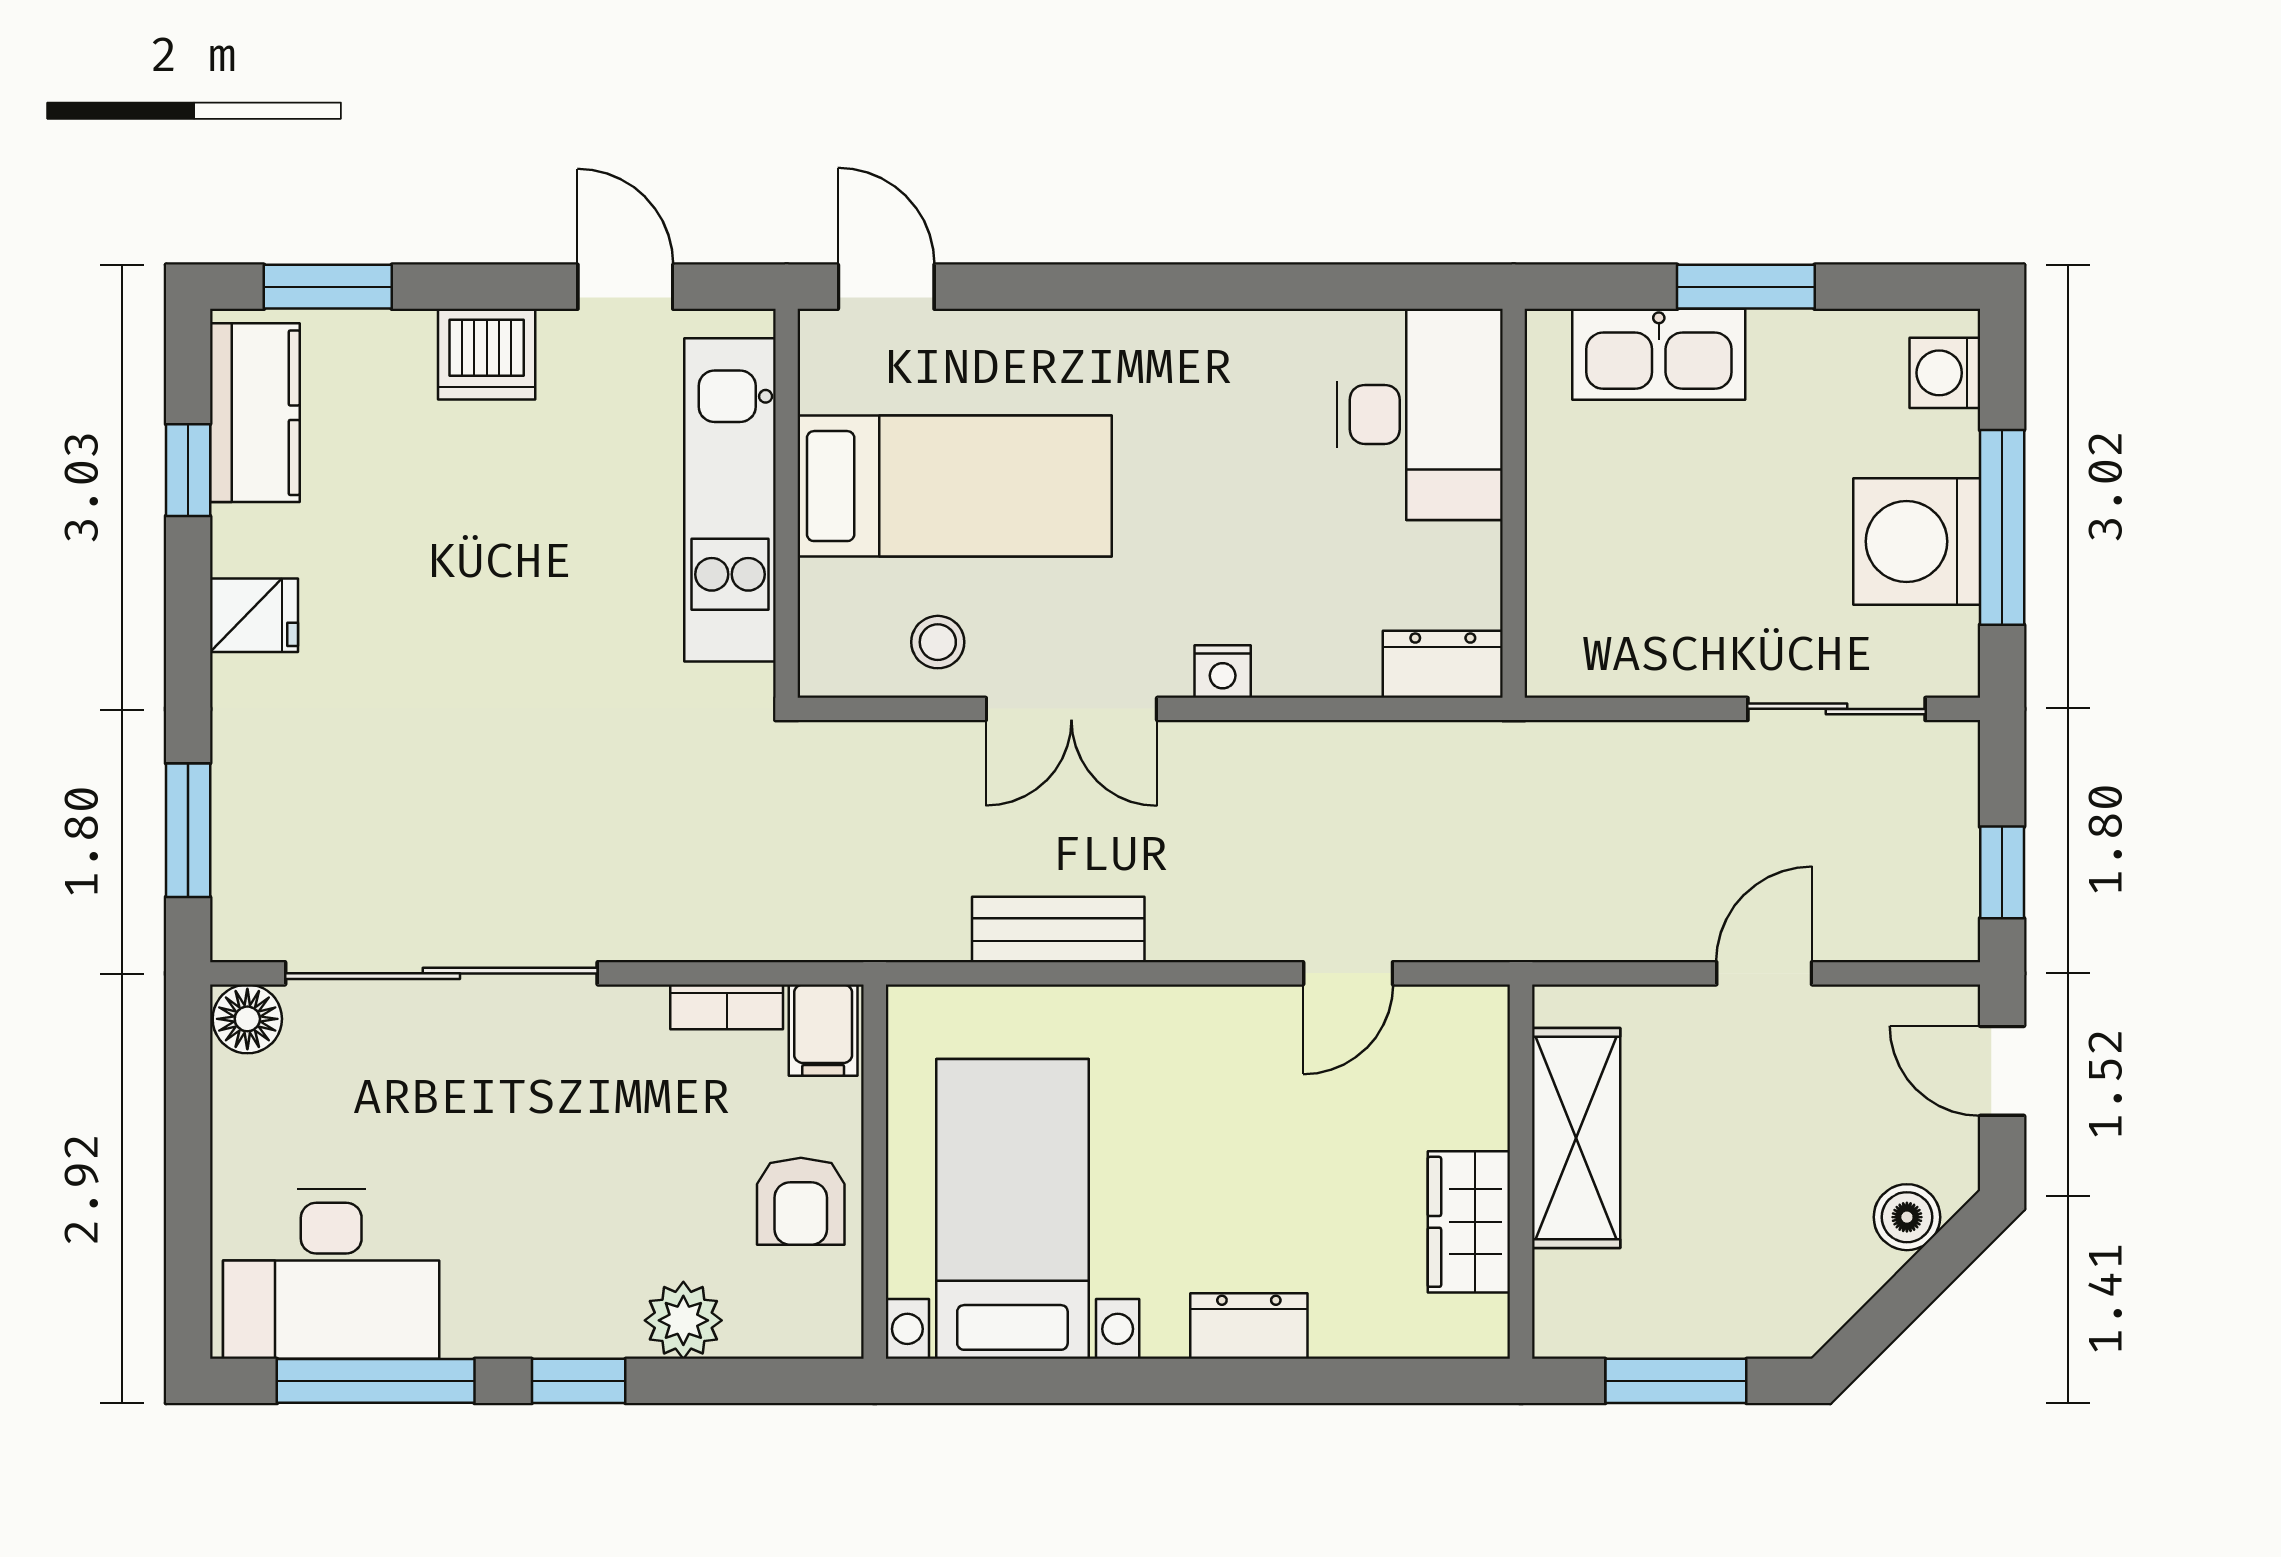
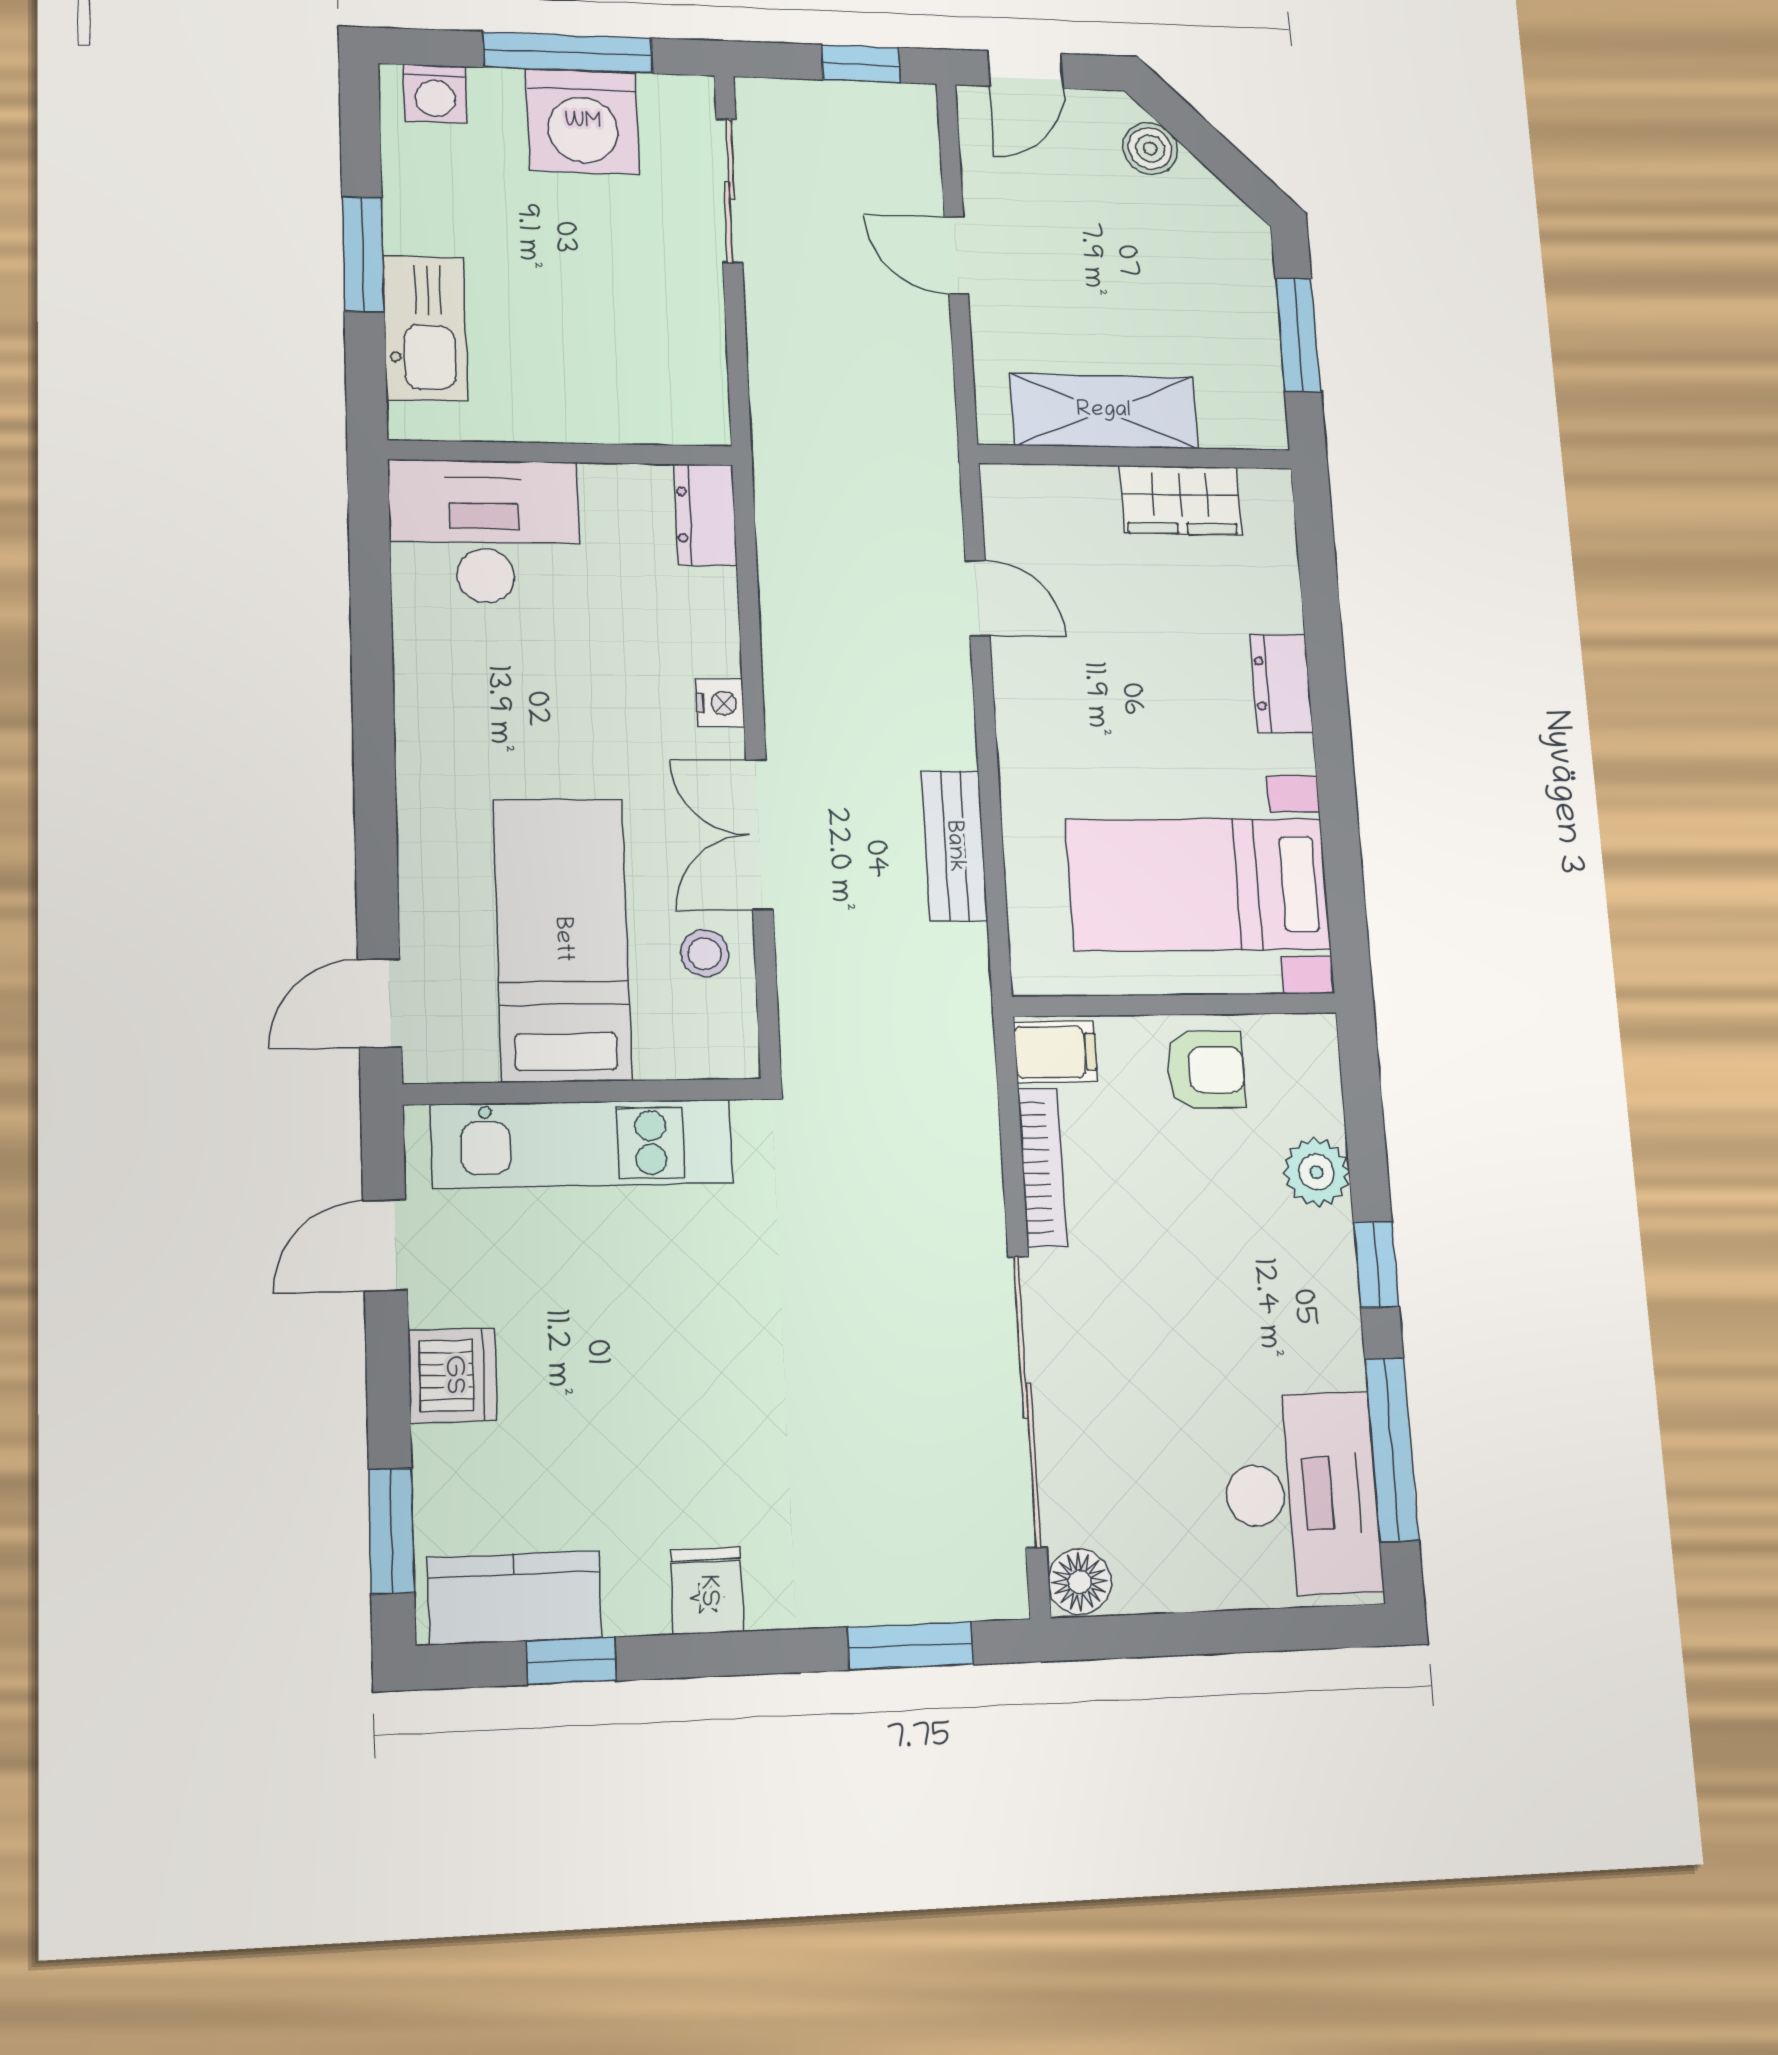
double door: (1071, 709) -> (759, 835), swing flipped
bookcase: (727, 1007) -> (1042, 1167), width x1.56

